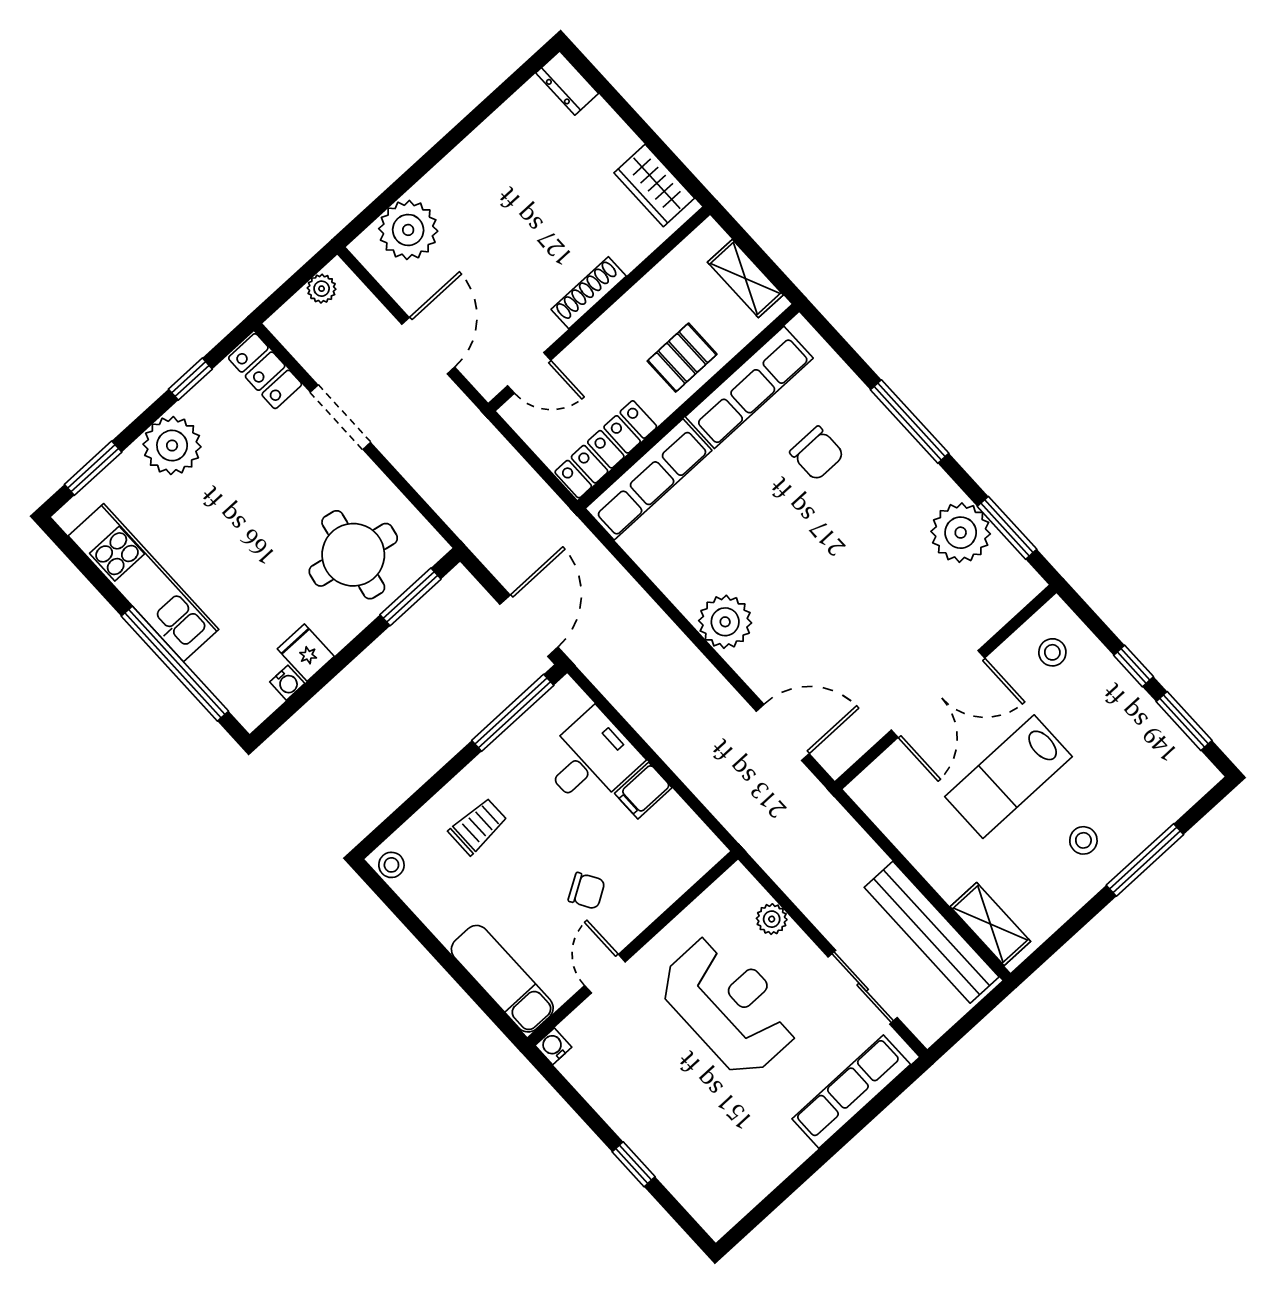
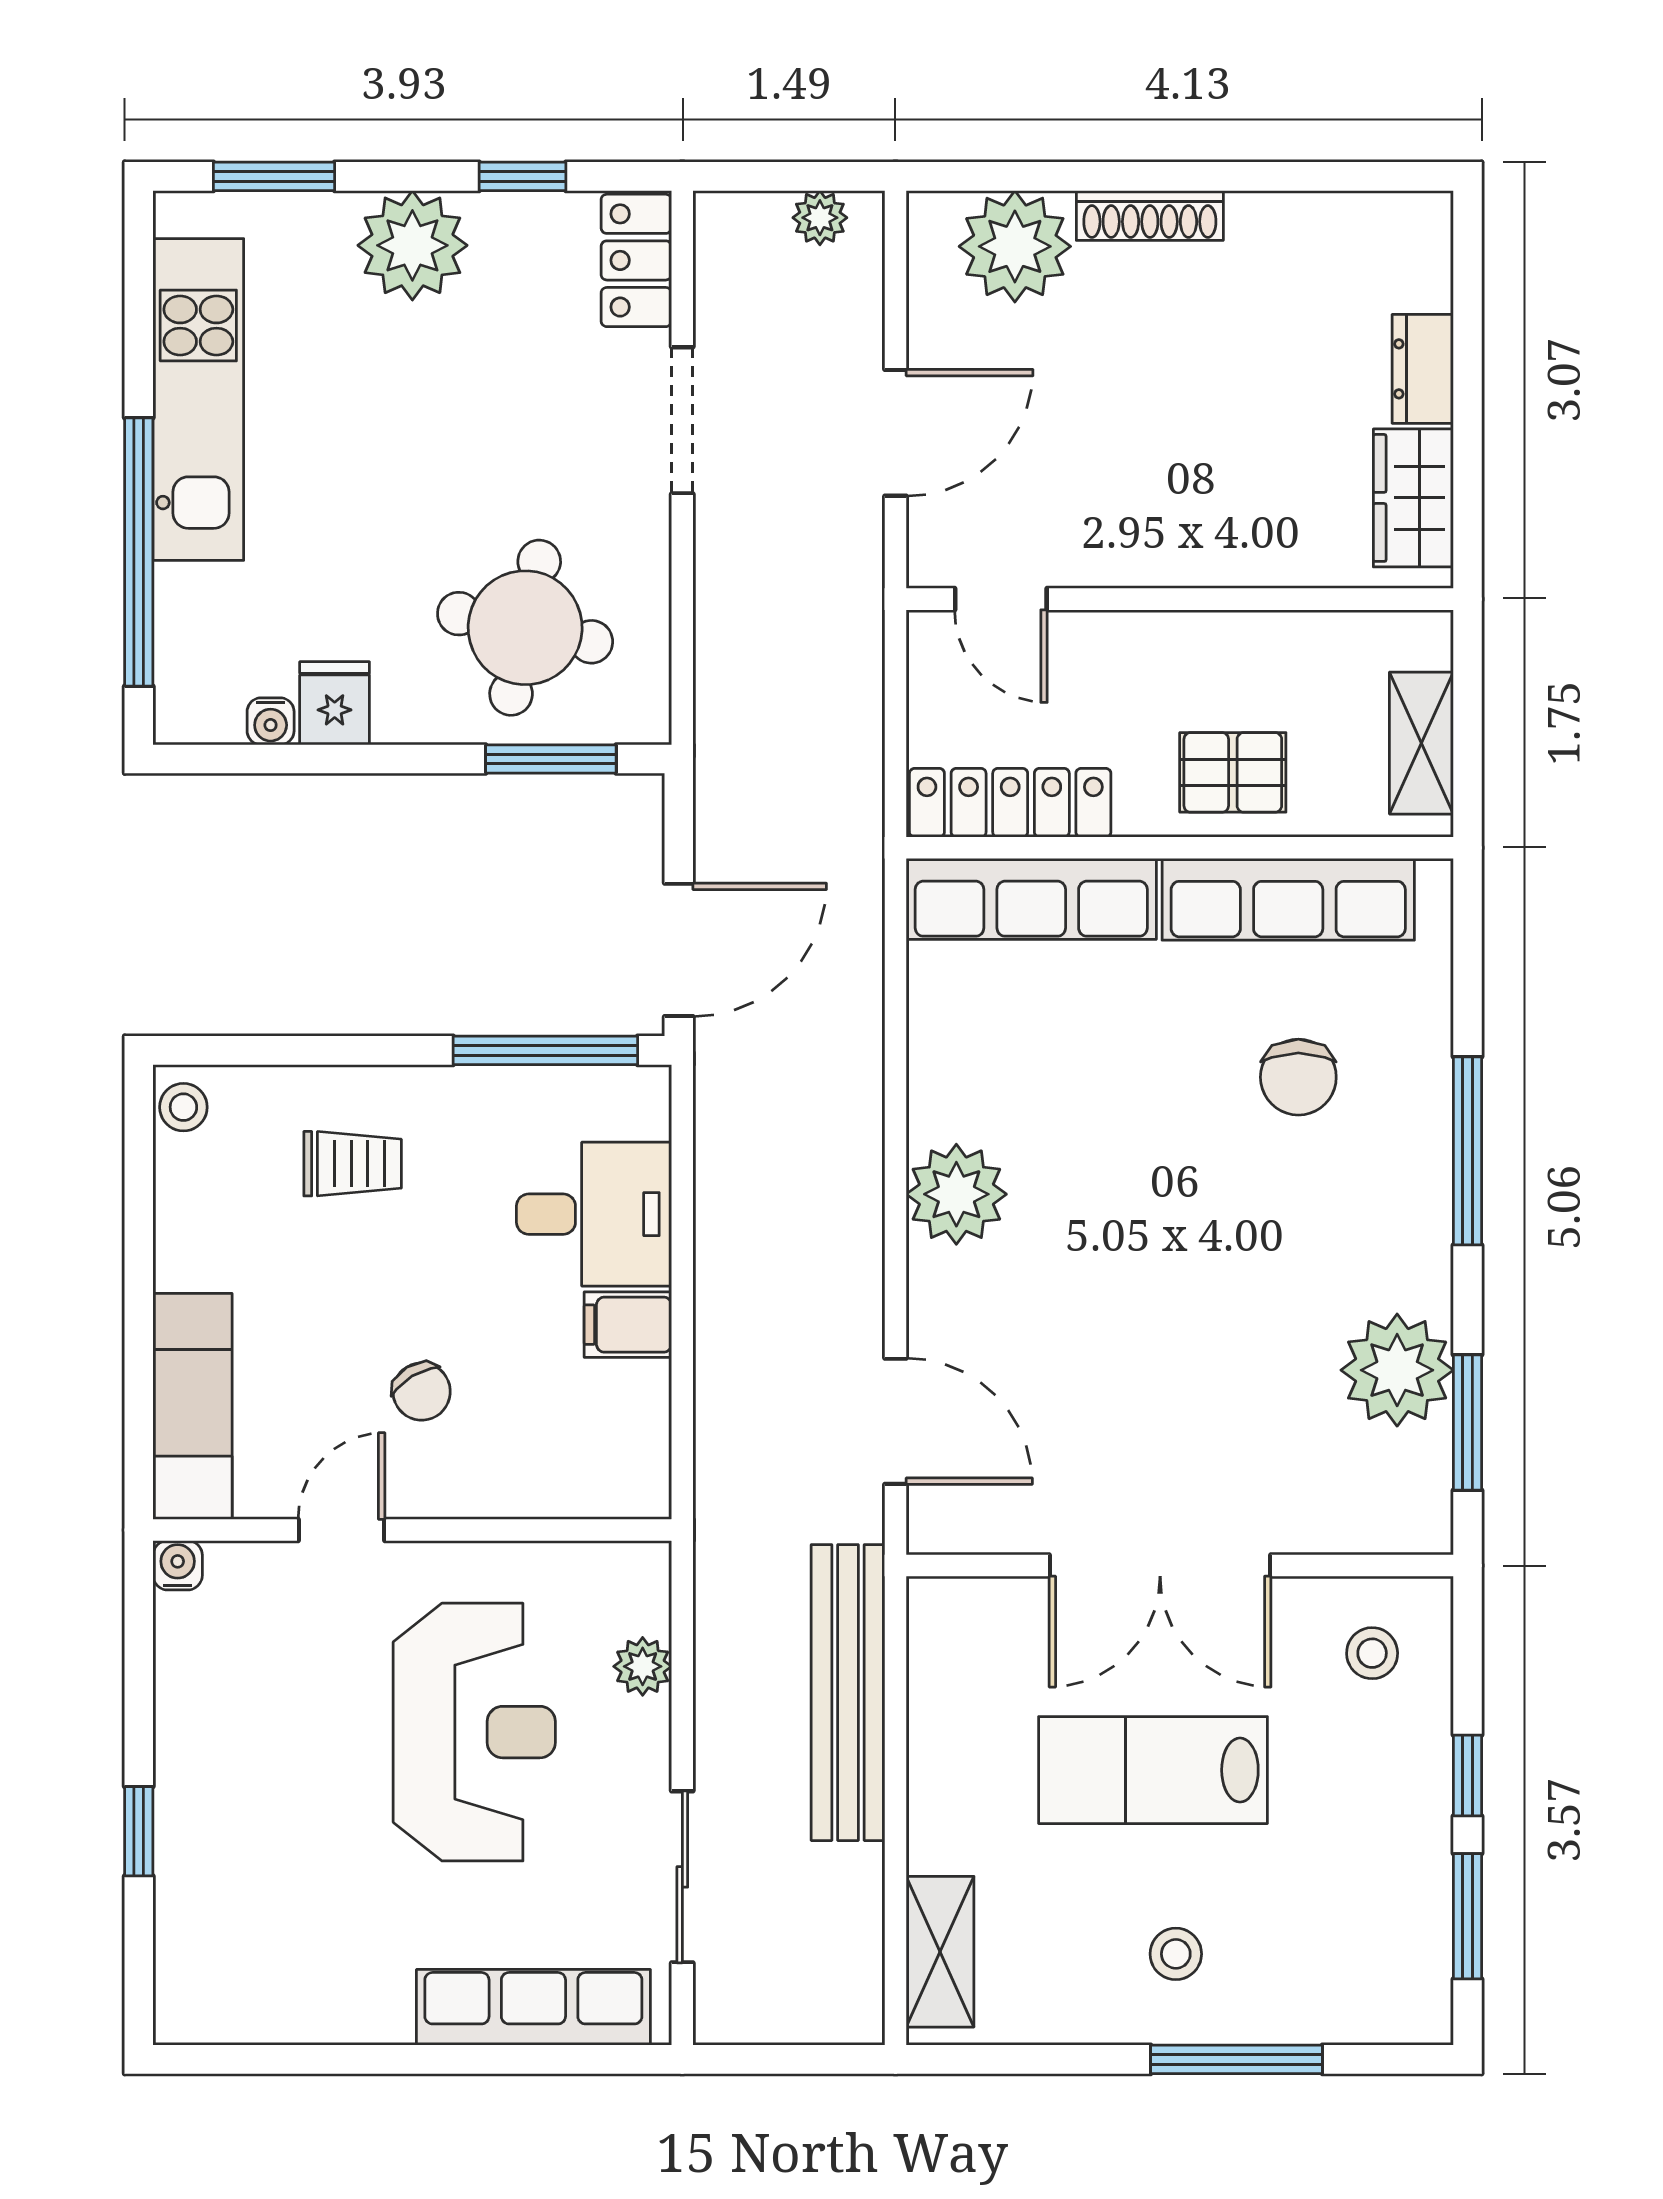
dresser: (567, 83) -> (1423, 369), moved
shoe rack: (589, 293) -> (1150, 216), moved, turned 180
bench: (932, 932) -> (848, 1693), moved

